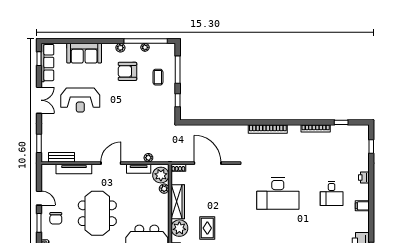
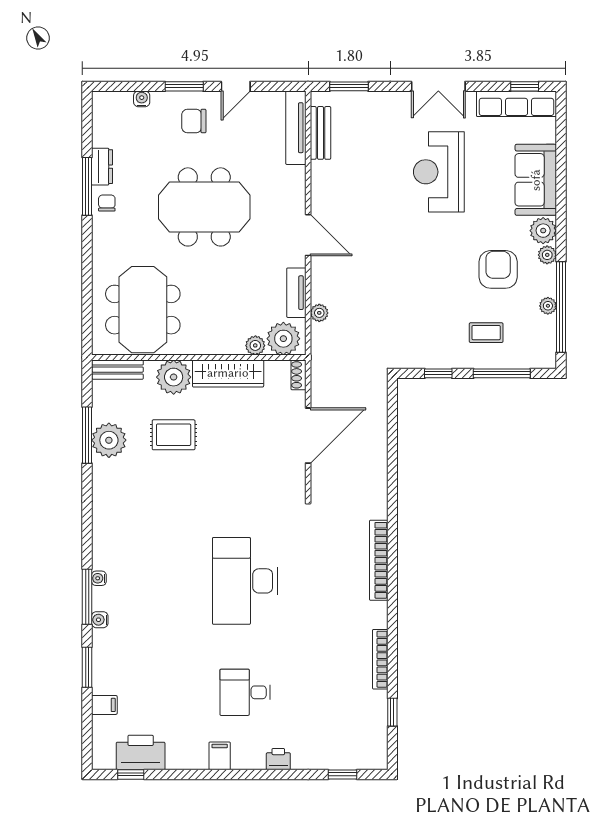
plant: (109, 50) -> (543, 231), added
tv unit: (74, 169) -> (296, 128), moved

